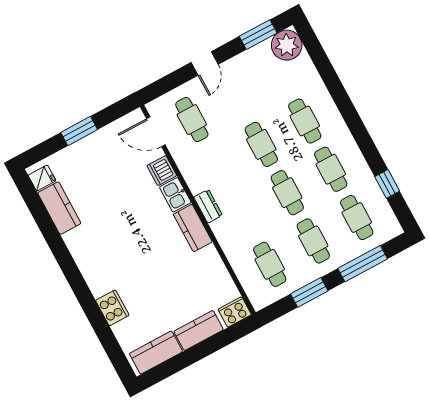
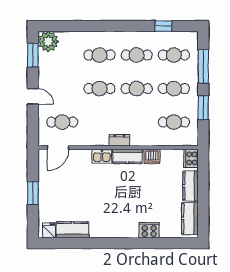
dishwasher: (162, 171) -> (152, 156), moved

